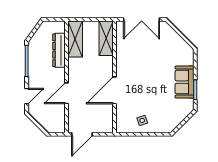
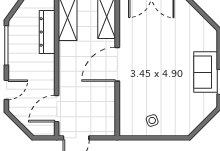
door: (114, 90) -> (117, 64), moved
door: (66, 93) -> (57, 109), moved

